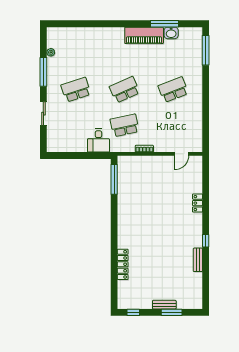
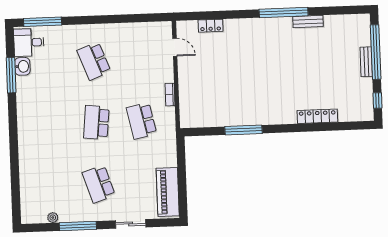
piano: (144, 35) -> (168, 192), moved, turned 180
school desk: (125, 90) -> (96, 122), turned 30
desk: (98, 141) -> (29, 42), moved, turned 180
window: (114, 179) -> (244, 130), moved
locker: (198, 203) -> (211, 26), moved
window: (206, 241) -> (284, 13), width x3.17
window: (172, 312) -> (376, 52), width x2.11

